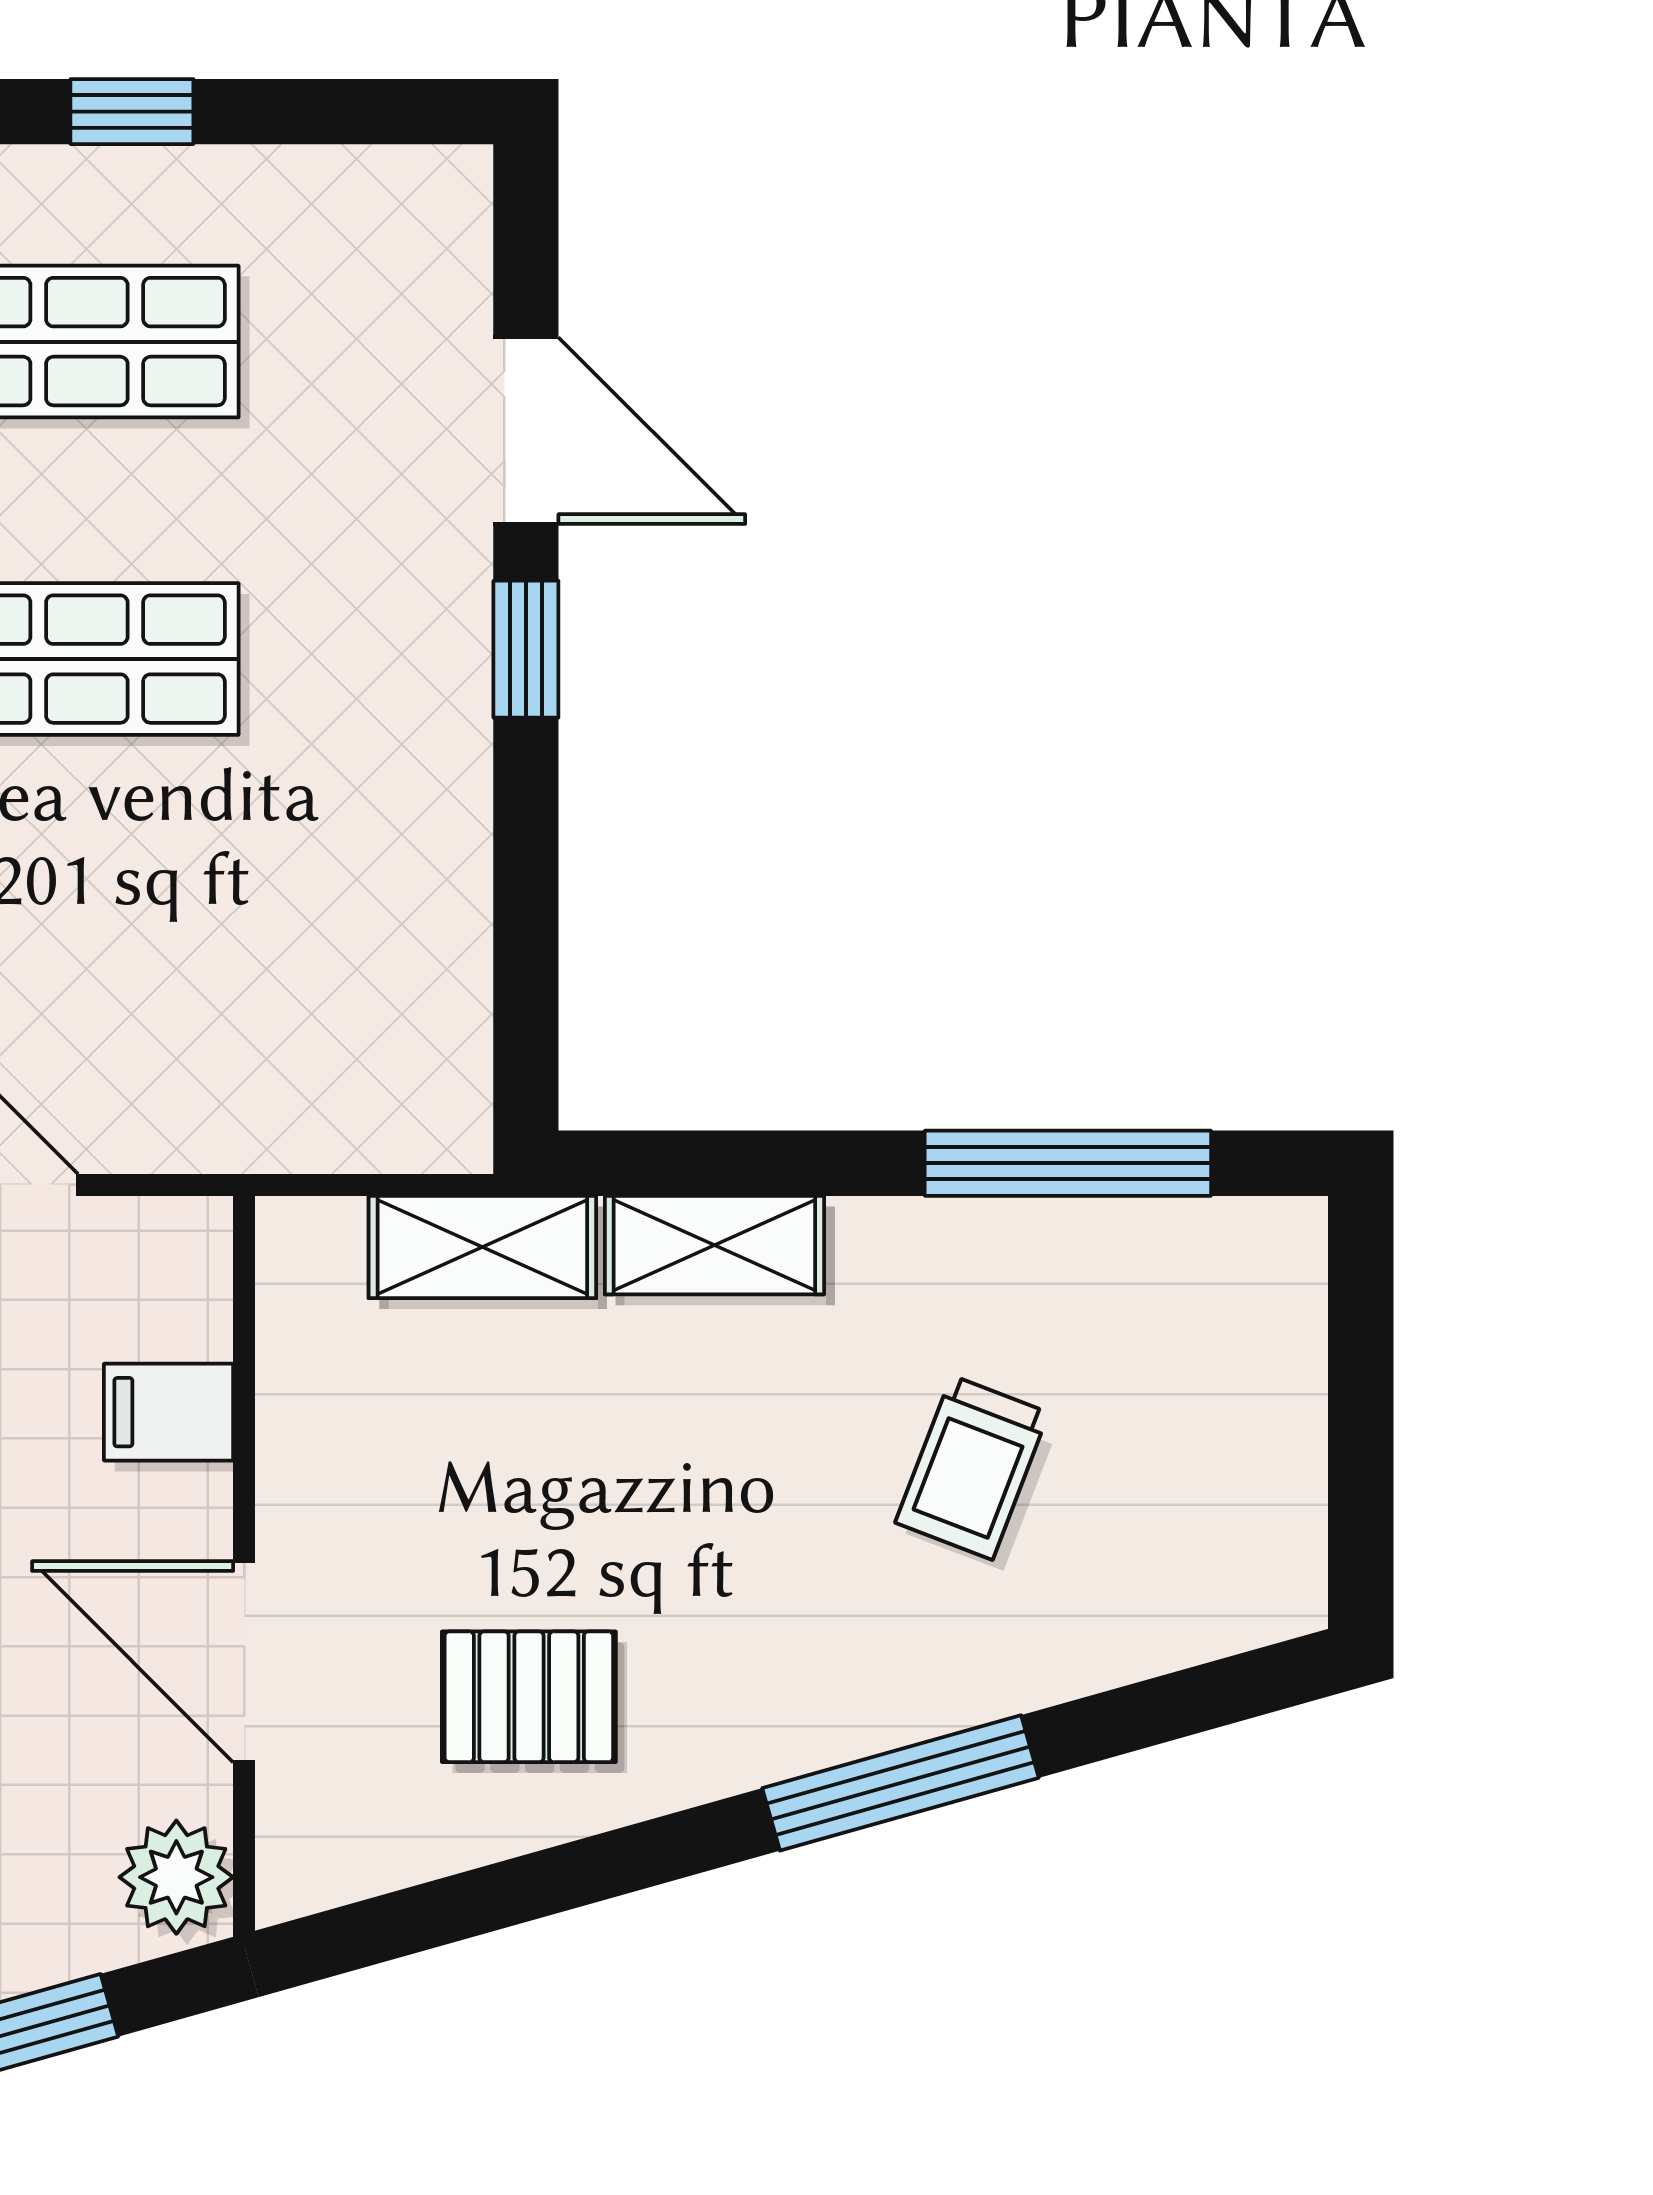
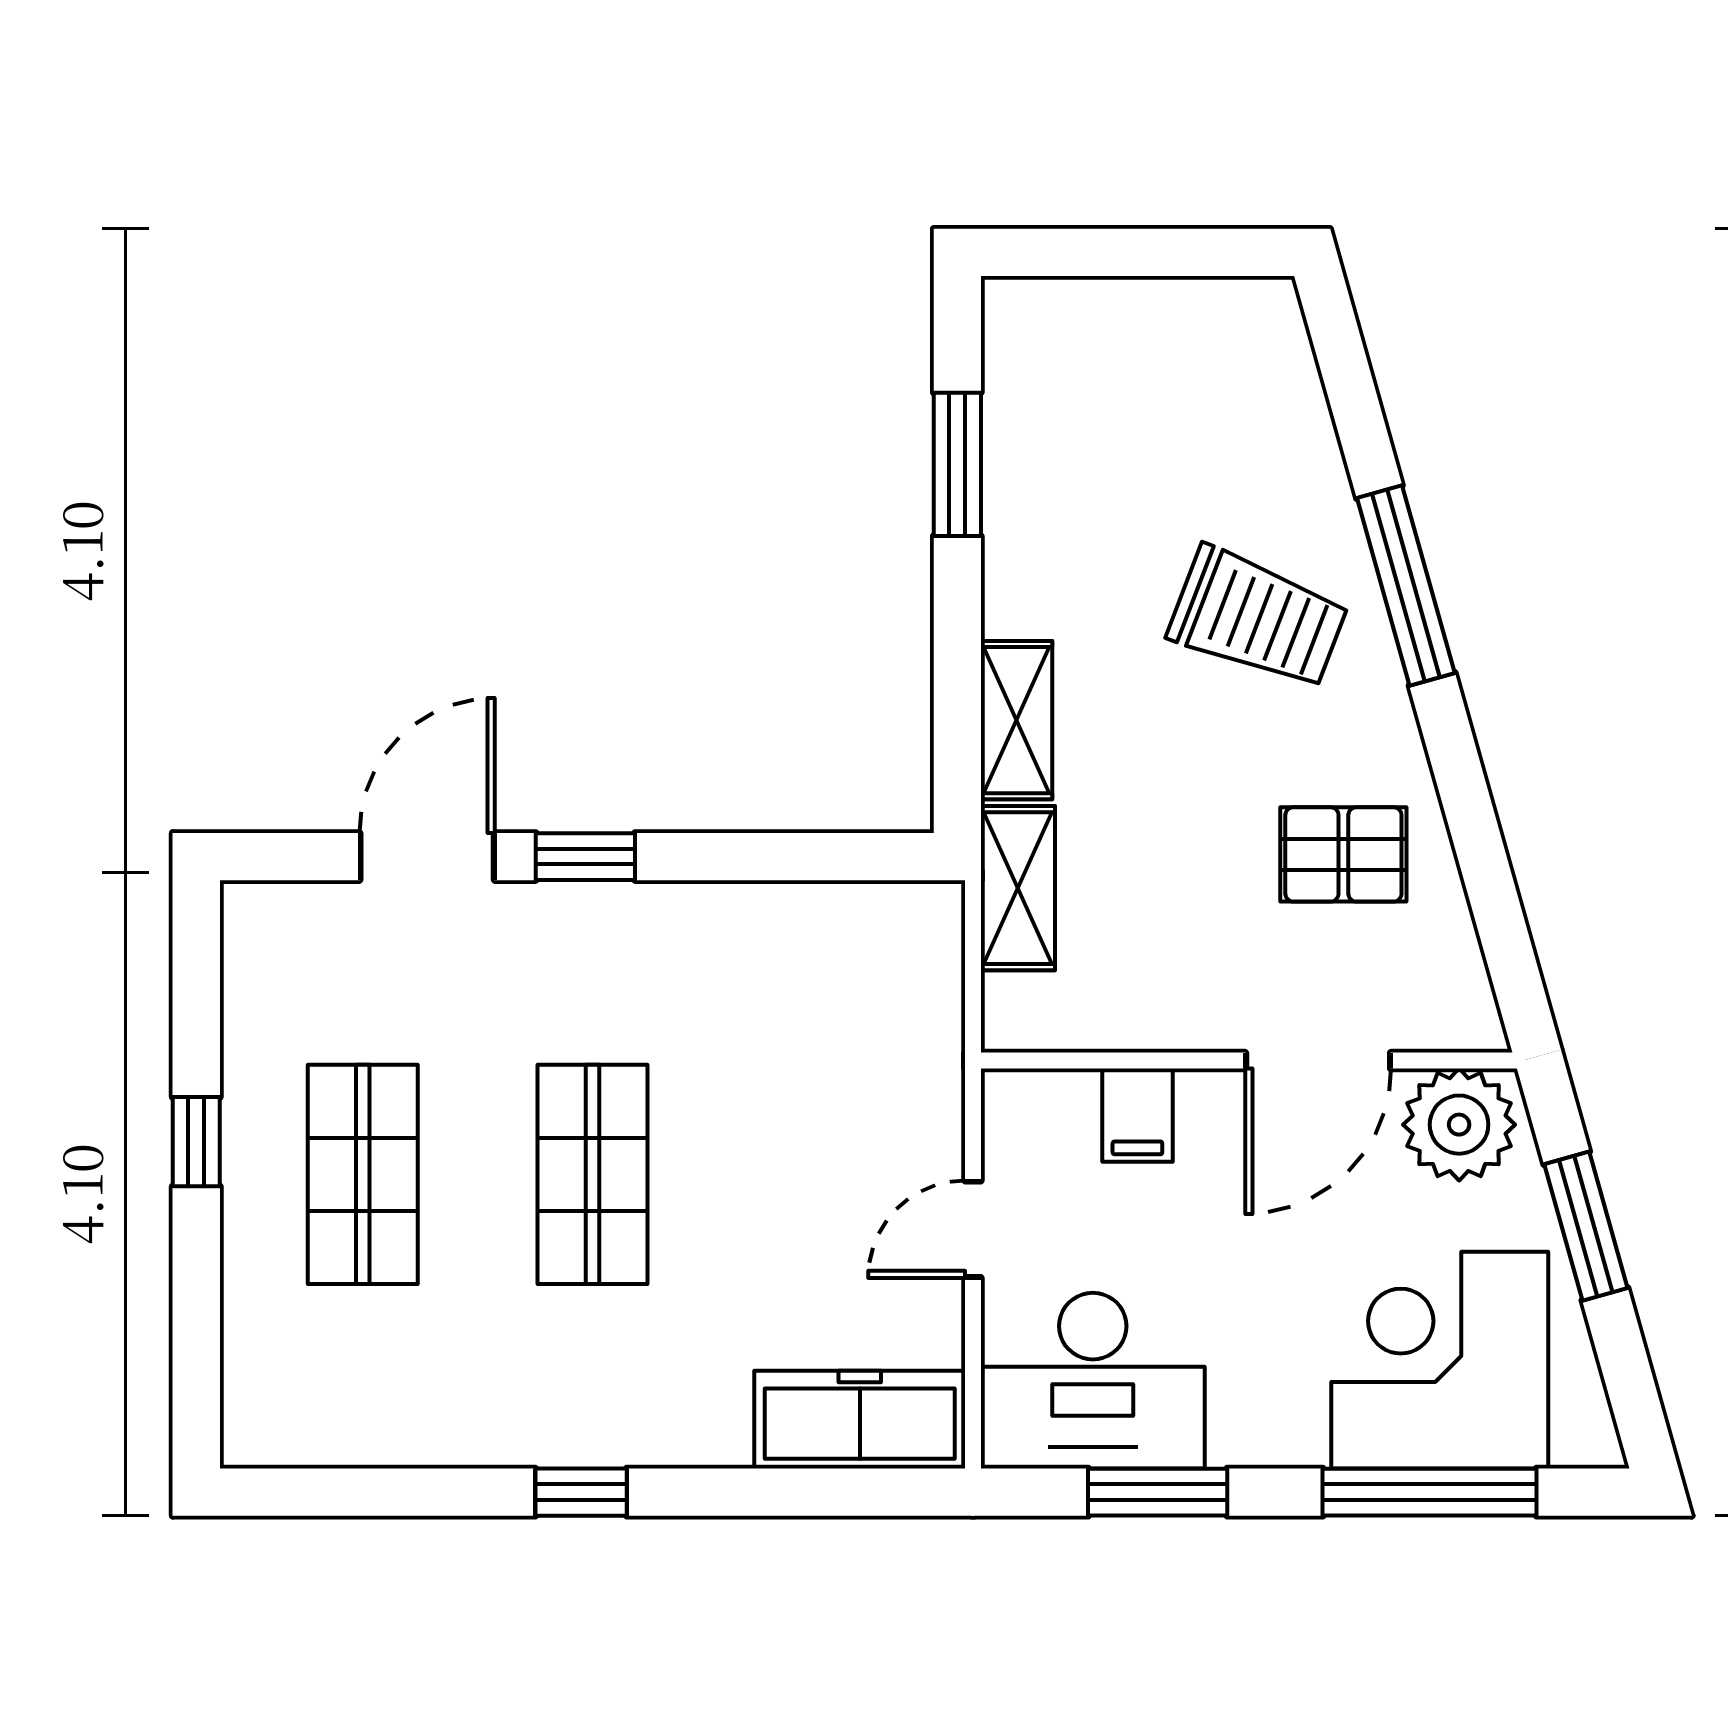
window: (1068, 1163) -> (957, 464), width x0.69
trolley: (972, 1468) -> (1258, 618), moved, width x1.36, depth x1.39
pallet: (529, 1697) -> (1343, 854), turned 90
plant: (176, 1877) -> (1459, 1125), width x1.36, depth x1.36

